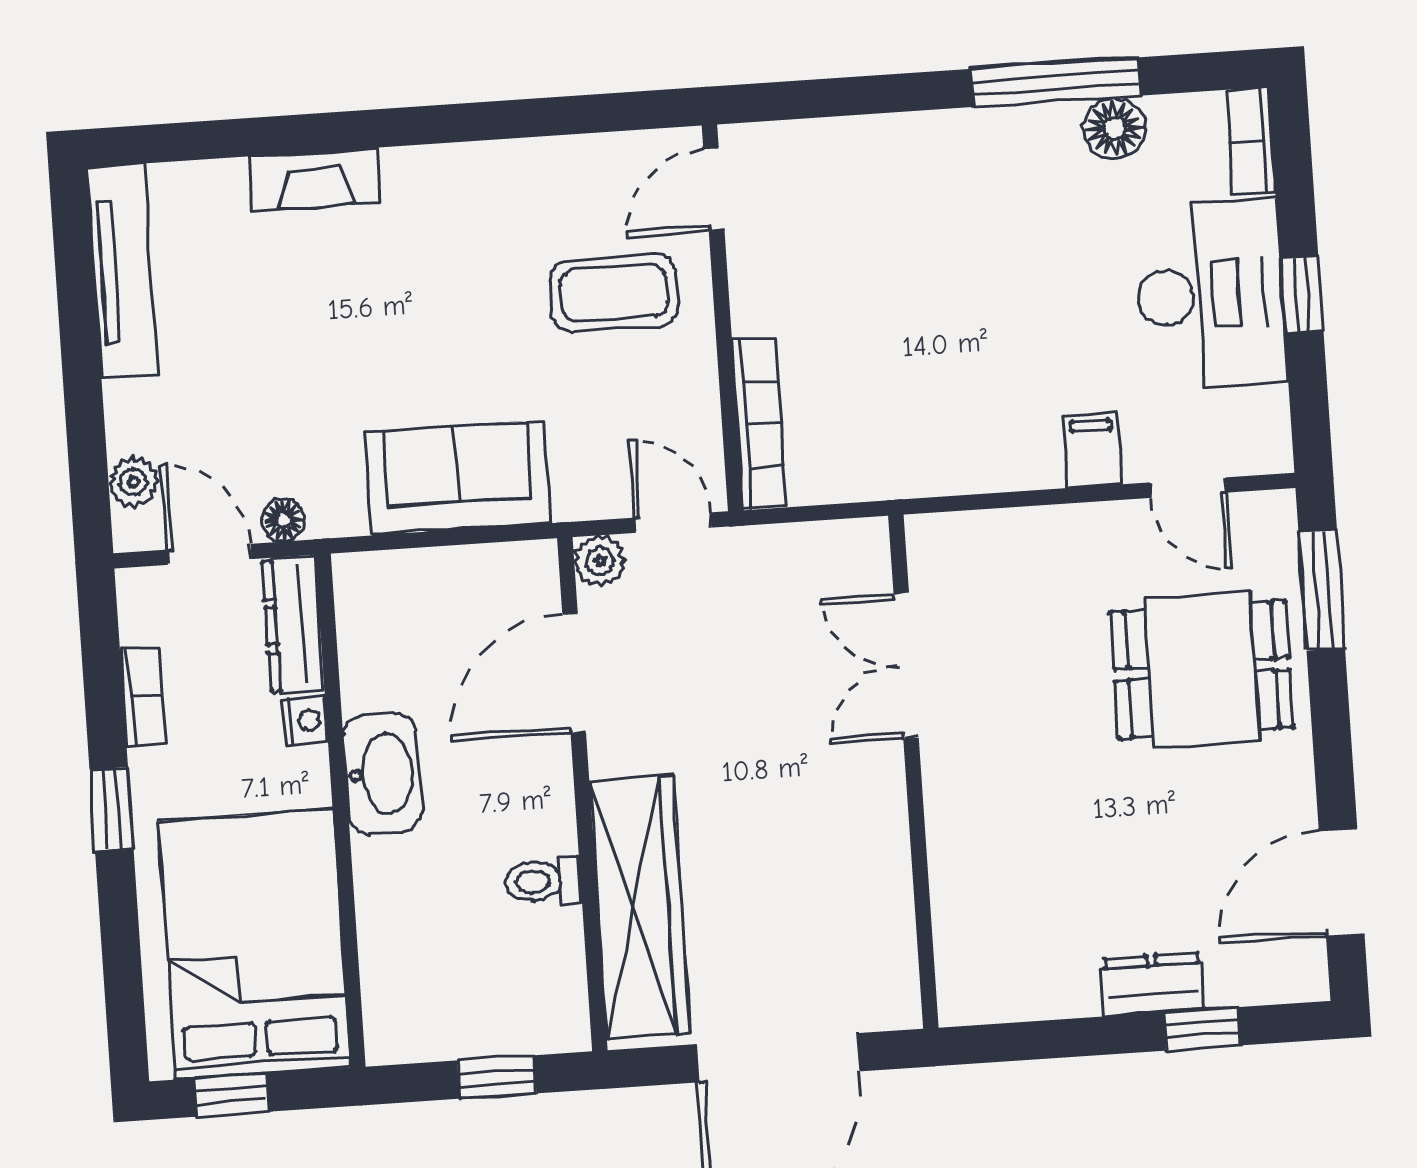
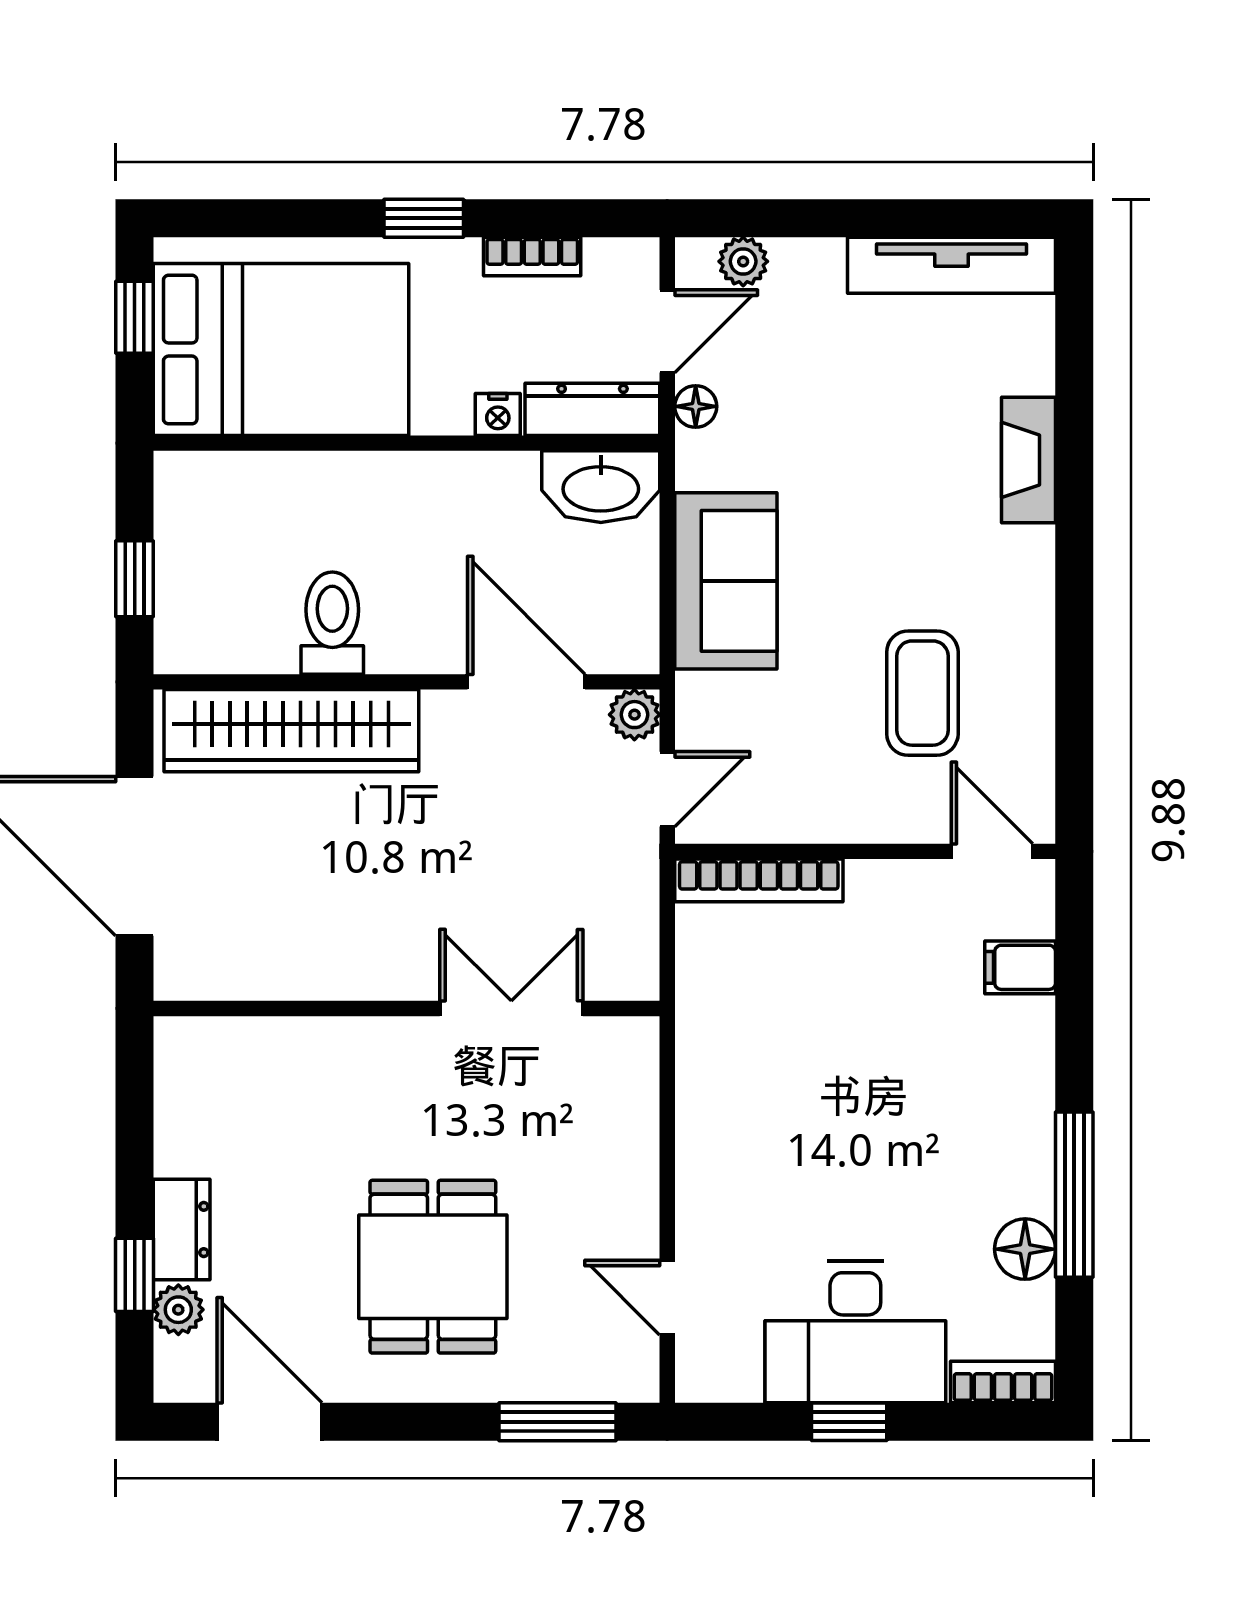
coffee table: (614, 293) -> (922, 693), moved
filing cabinet: (1092, 451) -> (1020, 967), moved, turned 180
door: (1188, 488) -> (667, 1298), hinge flipped
dining table: (1202, 669) -> (433, 1267), moved
washbasin: (382, 774) -> (601, 487), moved
toilet: (543, 881) -> (332, 623), width x1.37, depth x1.39
plant: (1234, 982) -> (178, 1310), added

